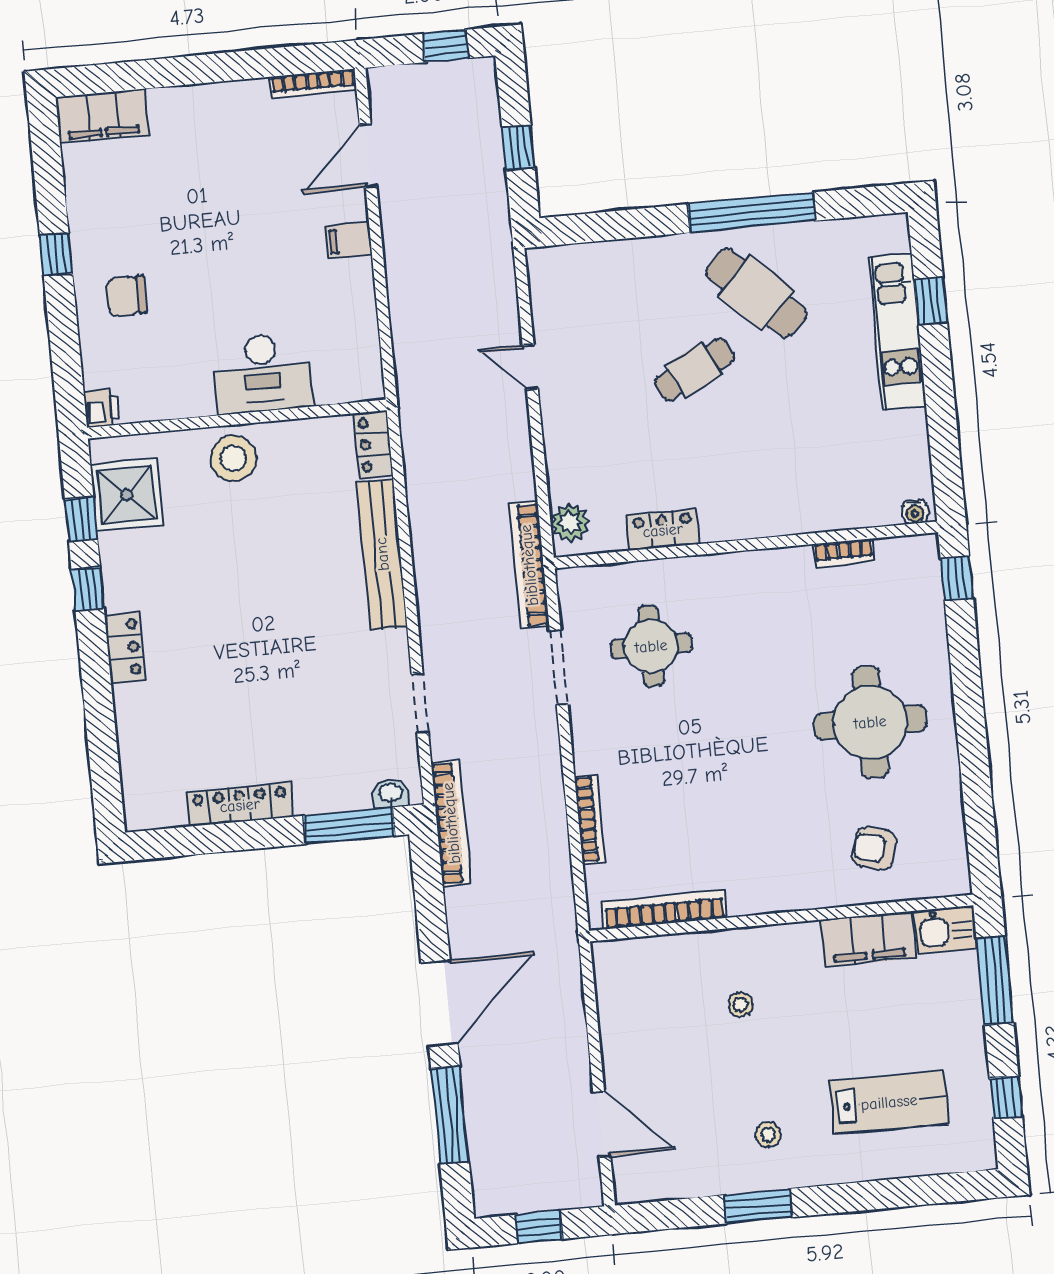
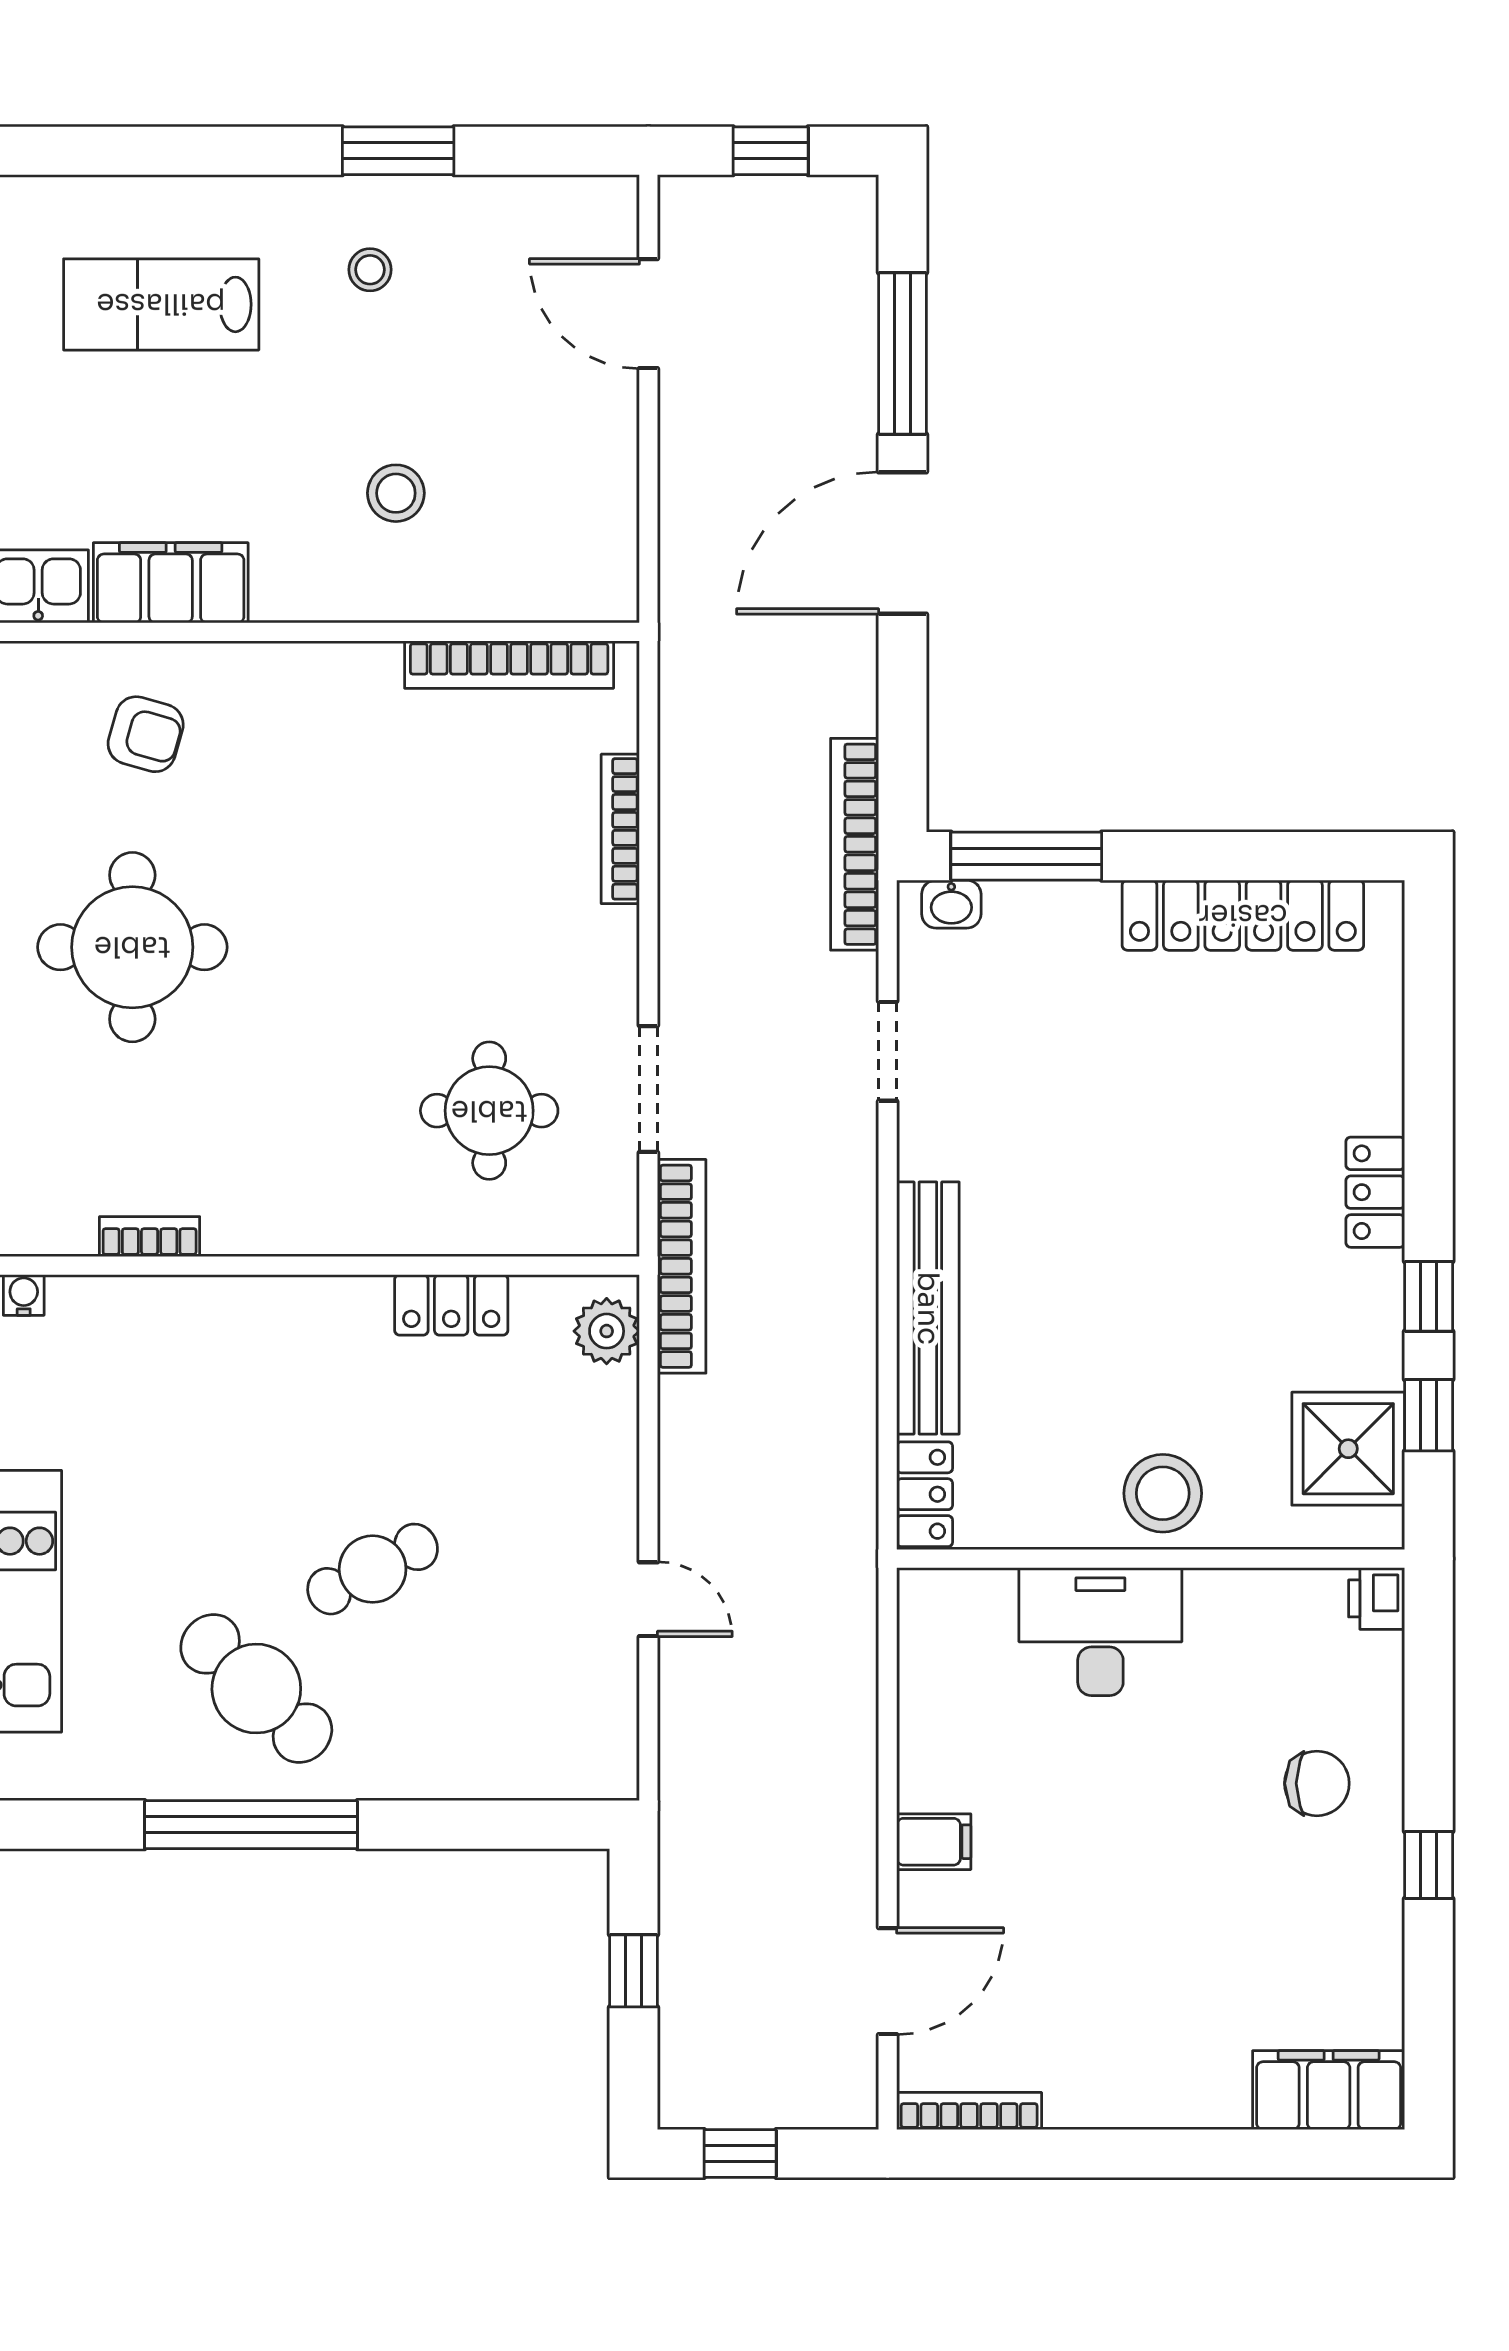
locker: (240, 805) -> (1243, 915), width x1.41, depth x1.21
stool: (740, 1004) -> (396, 493), width x1.37, depth x1.37

